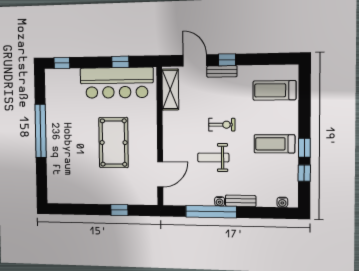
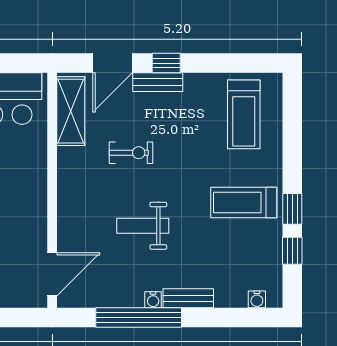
door: (195, 60) -> (113, 63), swing flipped
treadmill: (274, 90) -> (244, 114), turned -90
exercise bike: (222, 125) -> (131, 153), moved
door: (160, 174) -> (52, 274), moved

